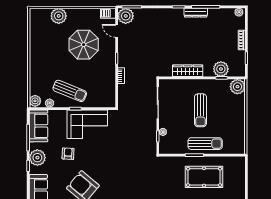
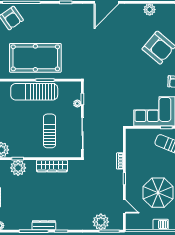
barbecue: (108, 13) -> (161, 225), moved
plant: (126, 16) -> (101, 222), moved
sun lounger: (200, 110) -> (49, 131), moved
sun lounger: (205, 144) -> (34, 92), width x1.36, depth x1.34
pool table: (204, 177) -> (35, 58), width x1.36, depth x1.32

